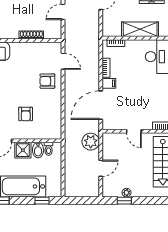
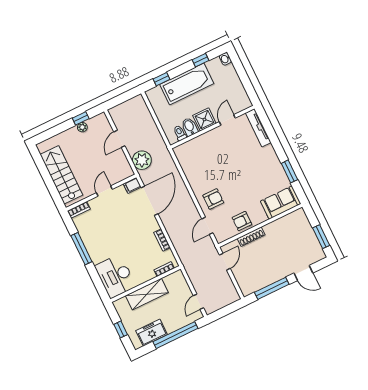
door: (63, 12) -> (225, 262), moved
door: (63, 61) -> (207, 226), hinge flipped
filing cabinet: (109, 83) -> (132, 185), moved
armchair: (26, 114) -> (242, 221), moved, turned -90
door: (134, 131) -> (104, 191), hinge flipped

